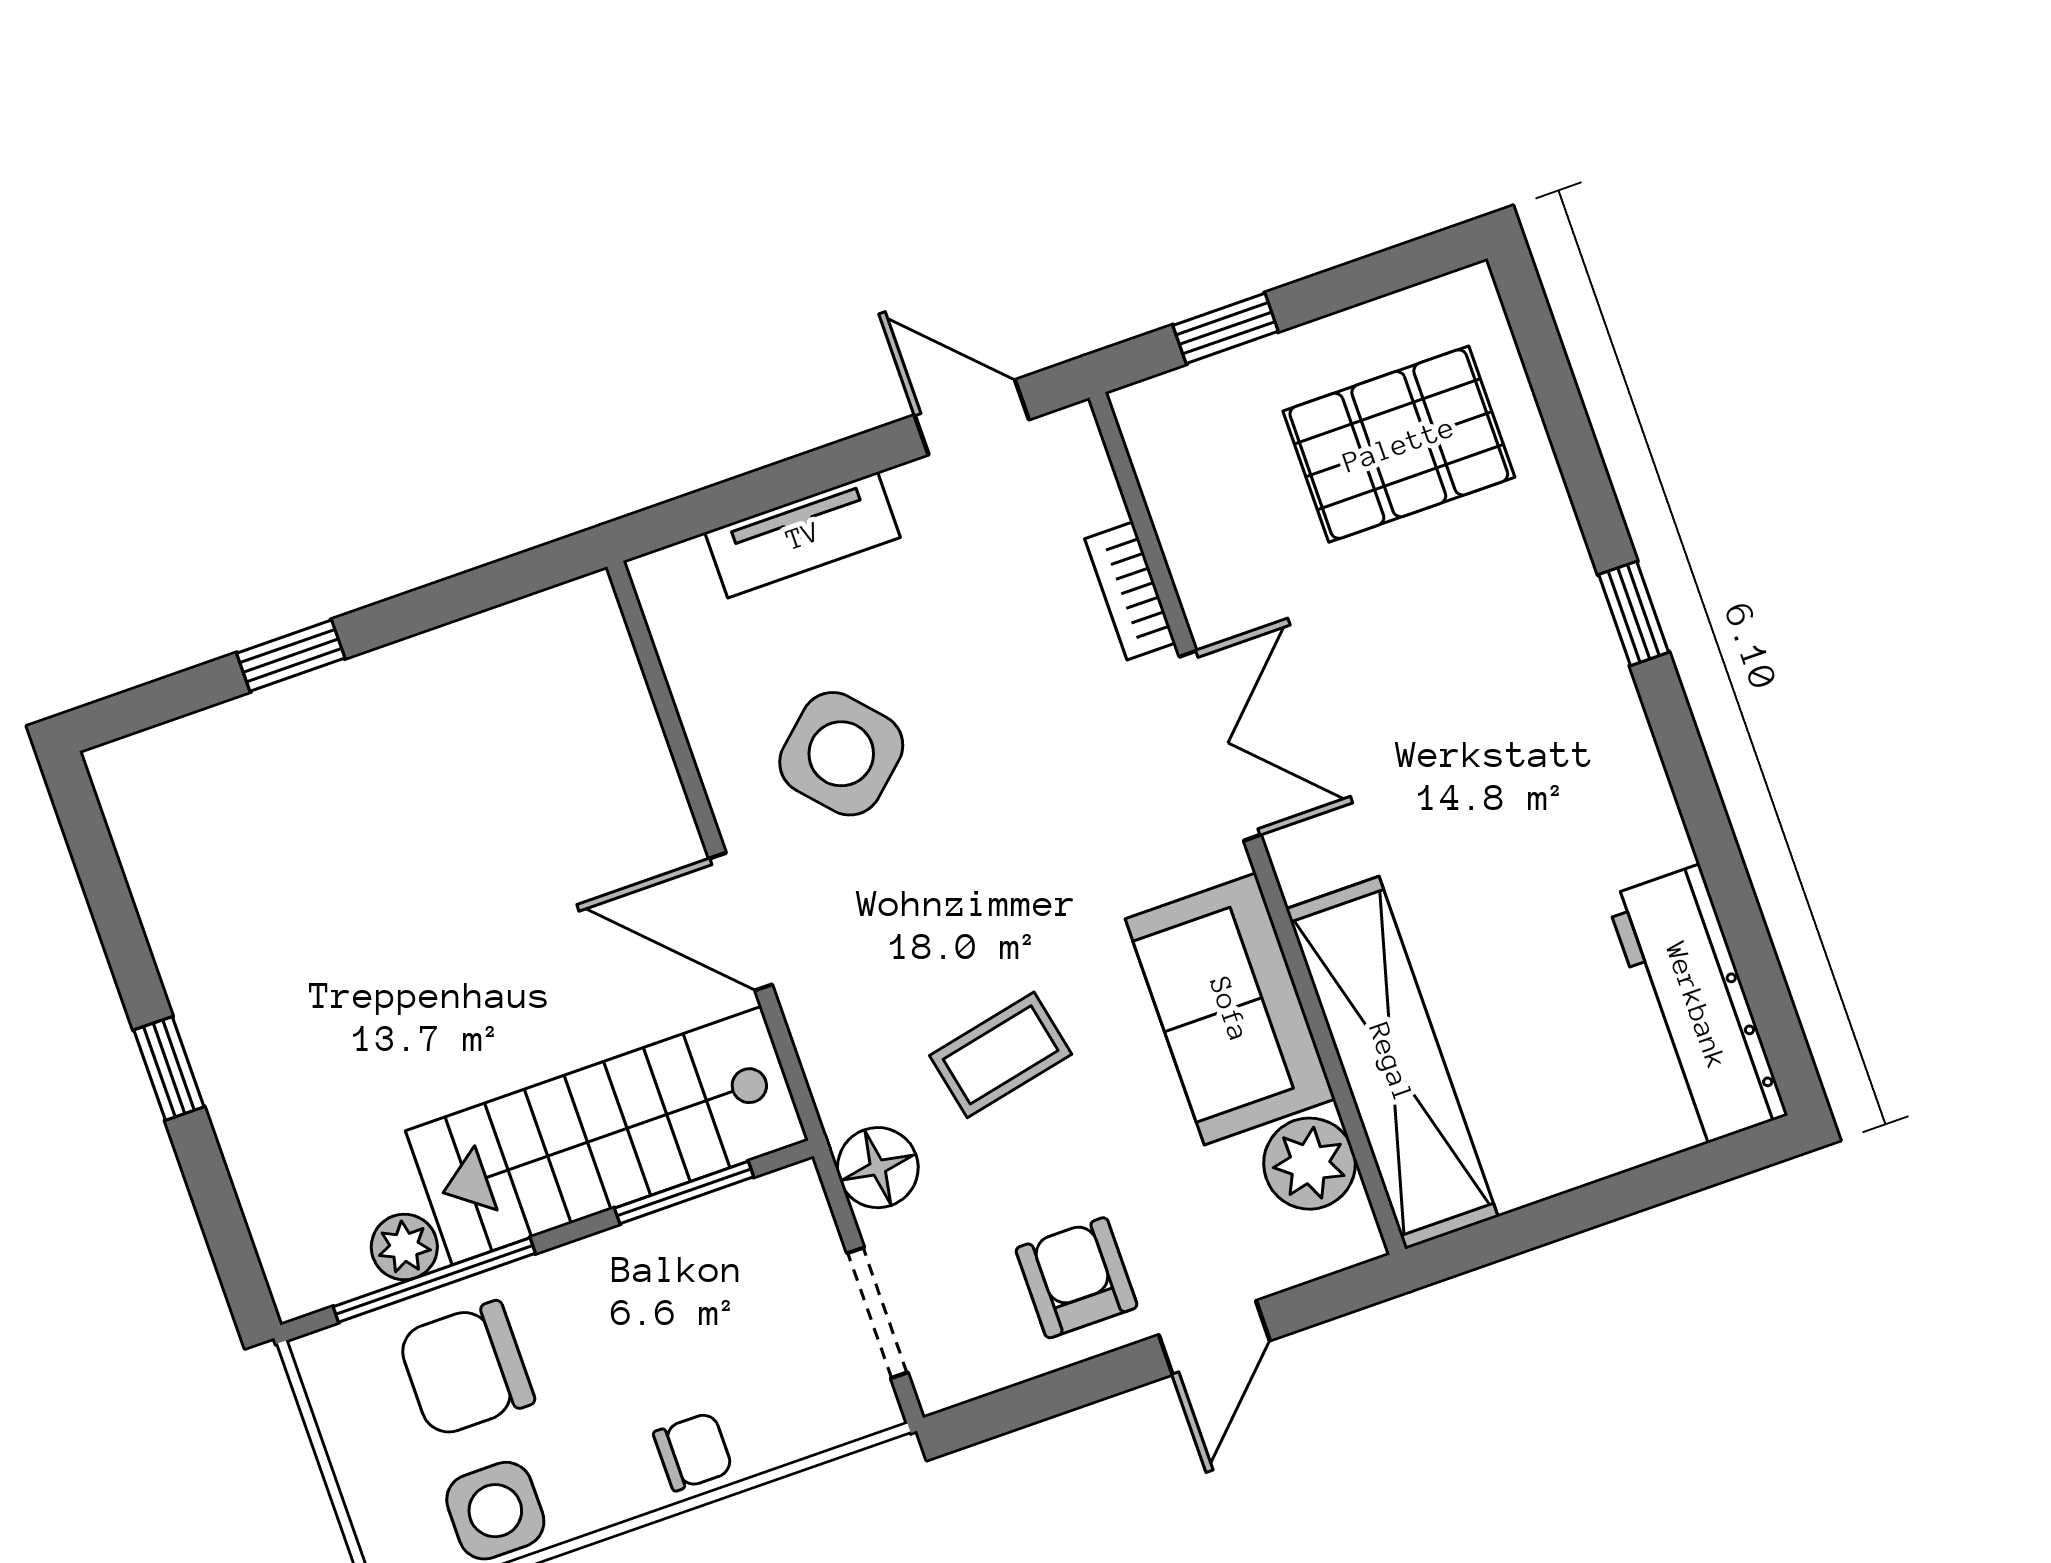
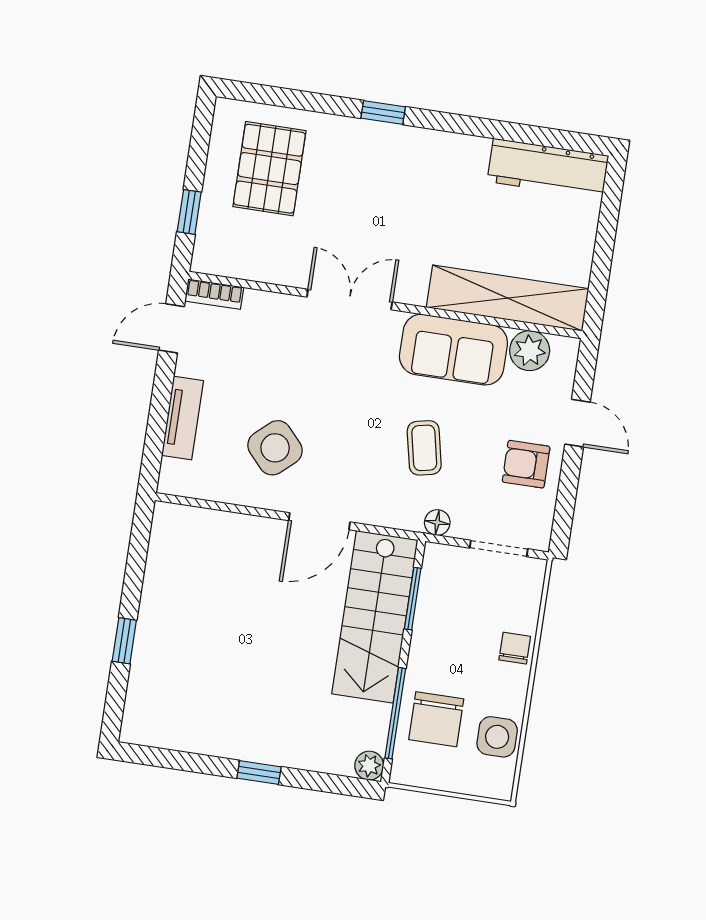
bookcase: (1130, 591) -> (214, 294), moved
floor lamp: (878, 1168) -> (437, 523), width x0.73, depth x0.73
plant: (404, 1247) -> (369, 766), moved

